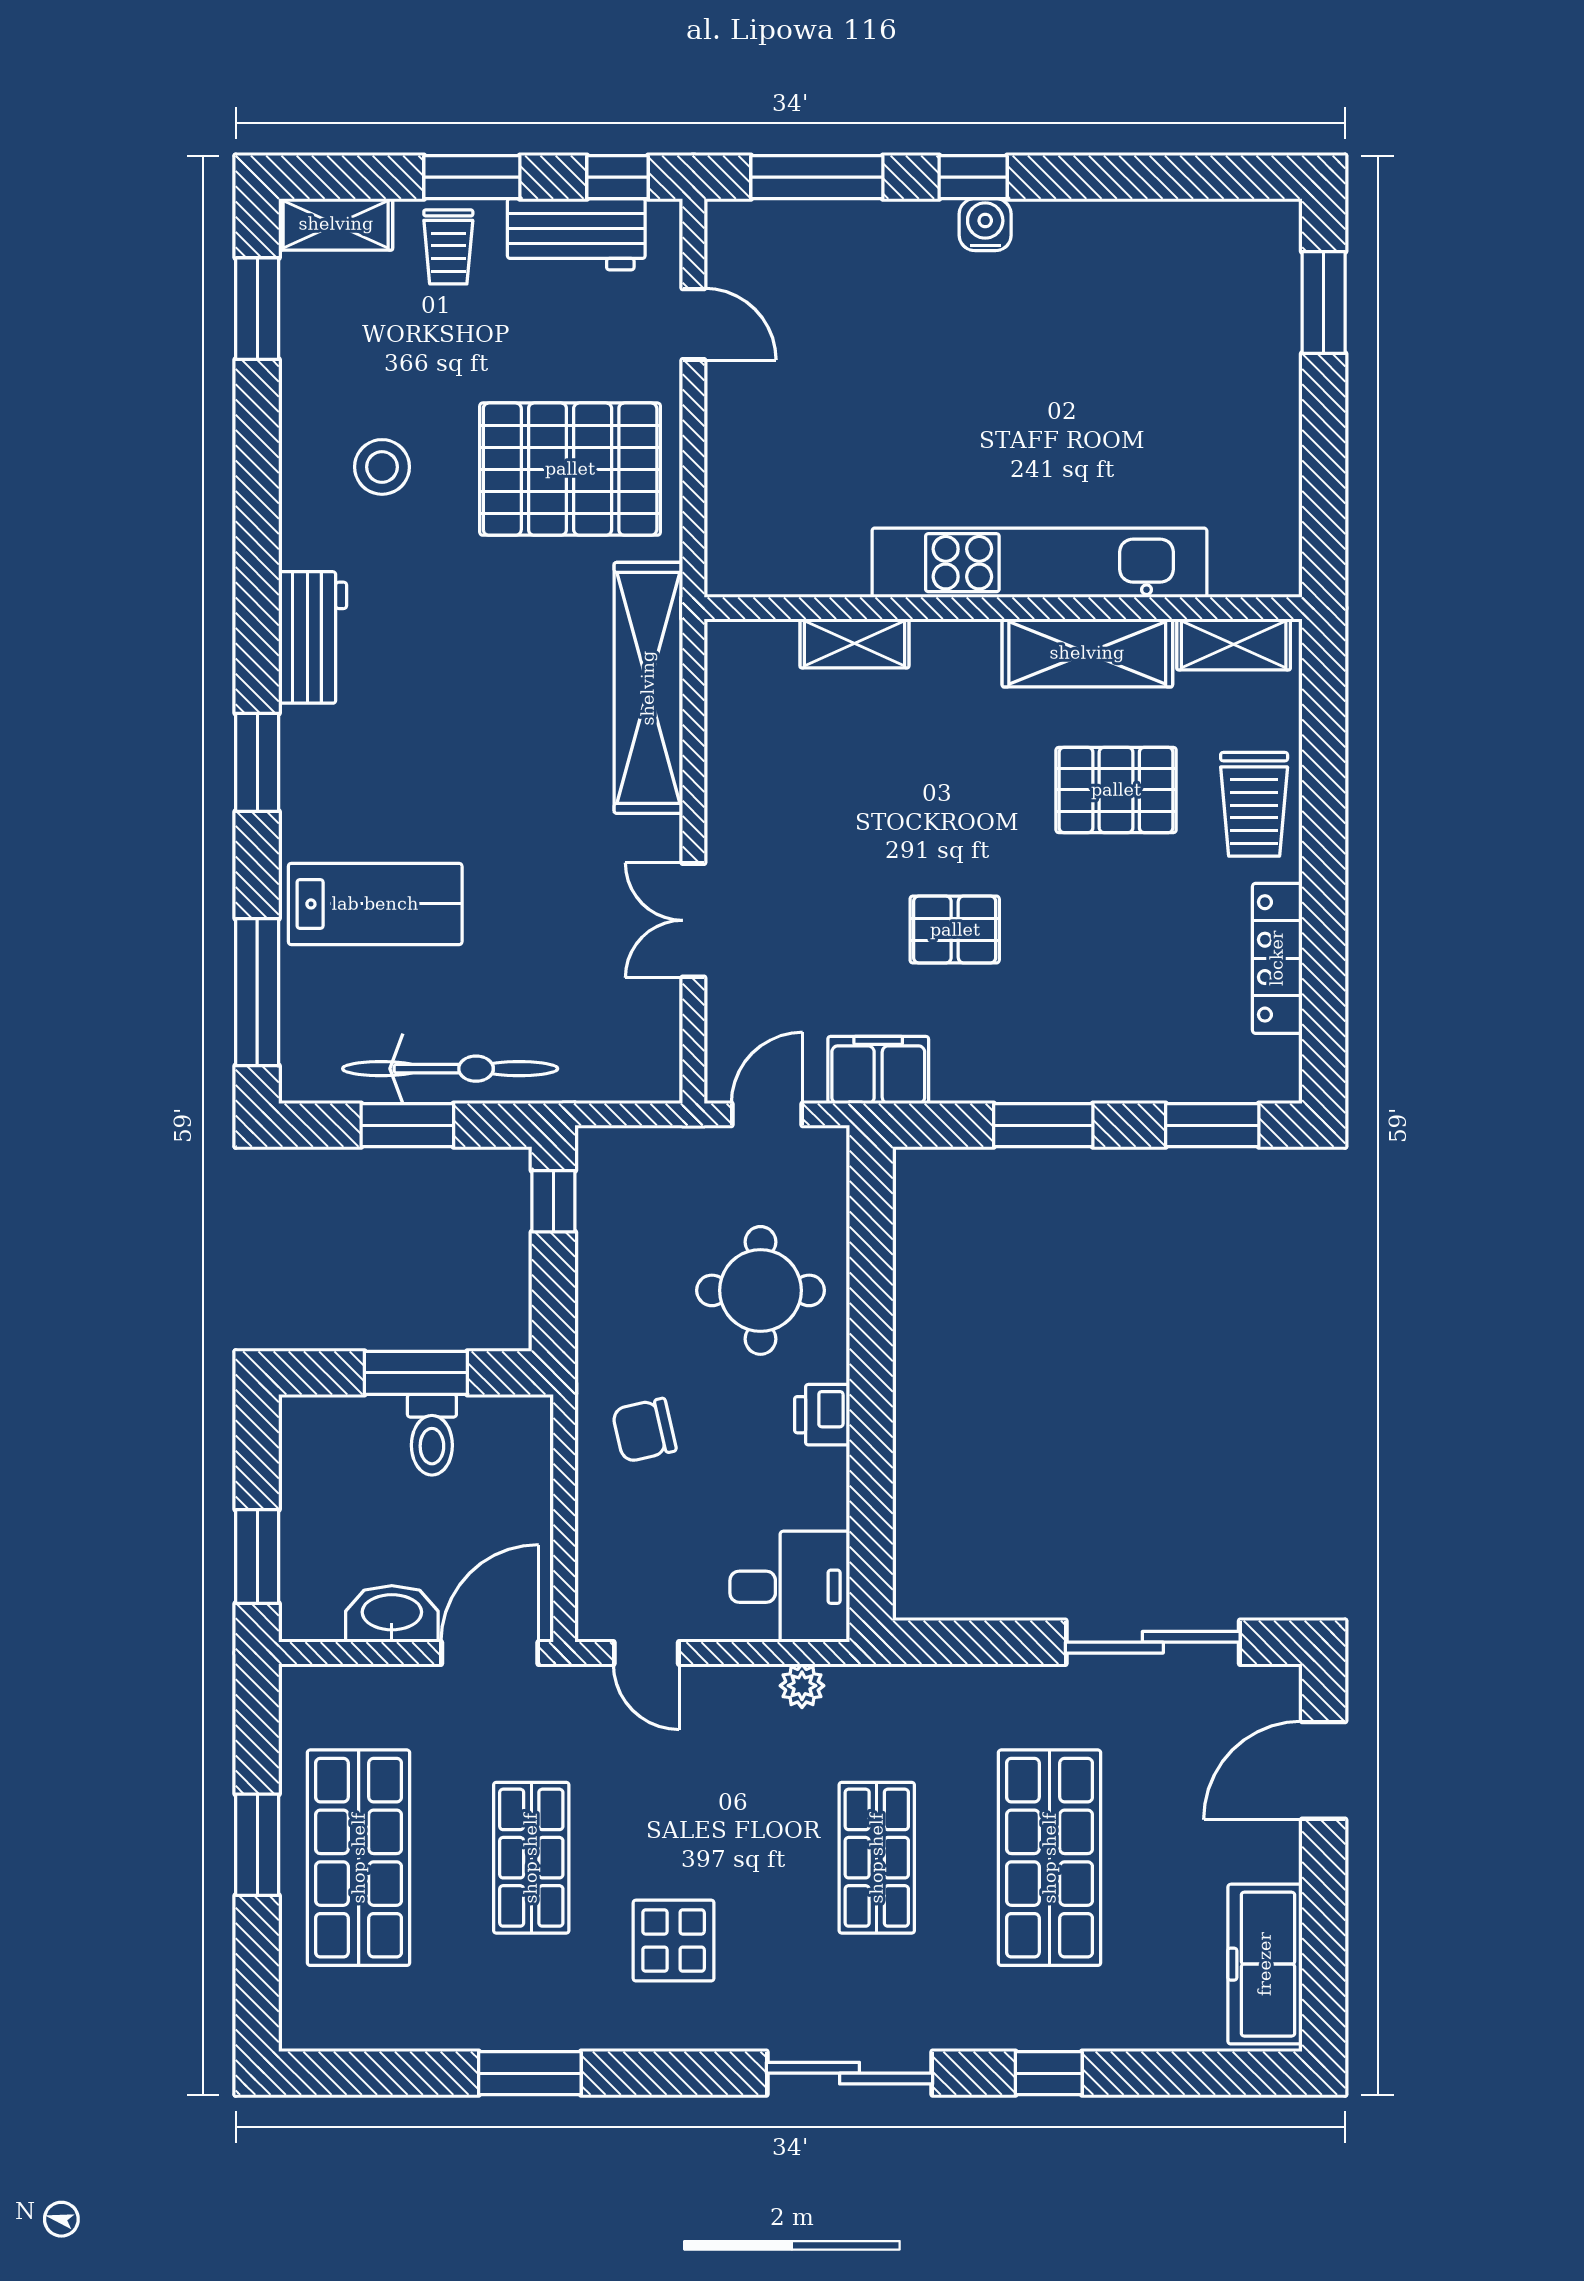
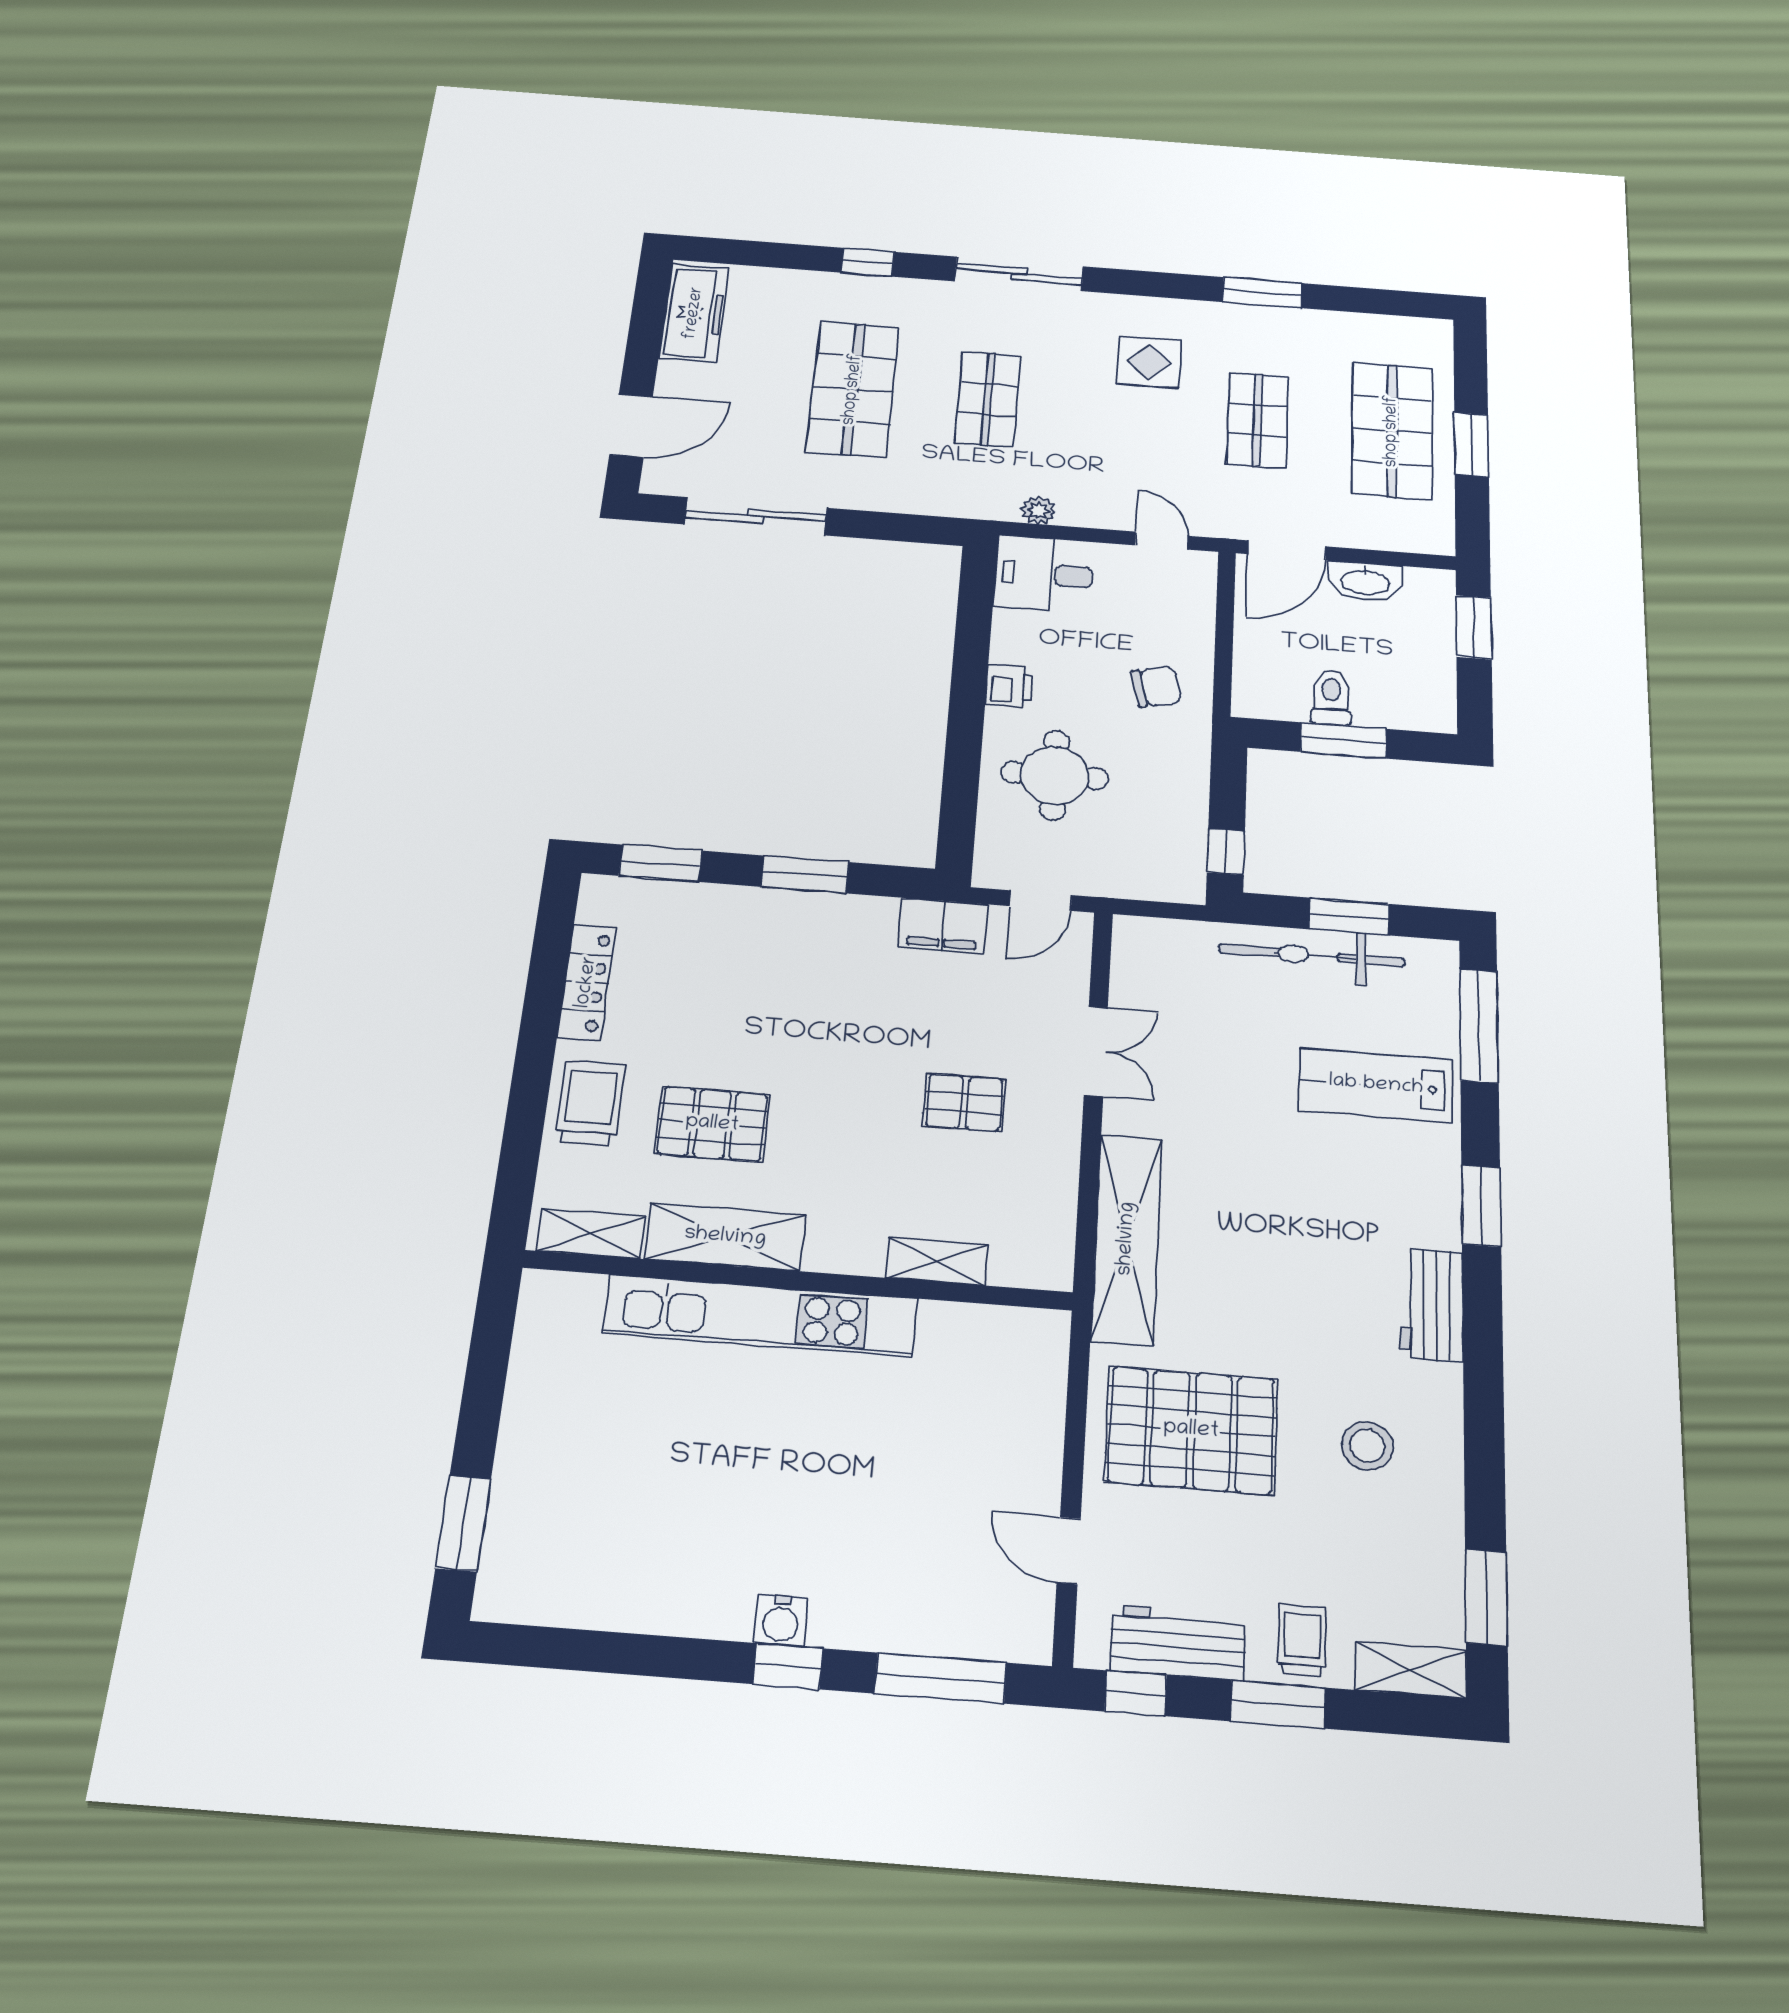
pallet: (955, 930) -> (964, 1103), moved

